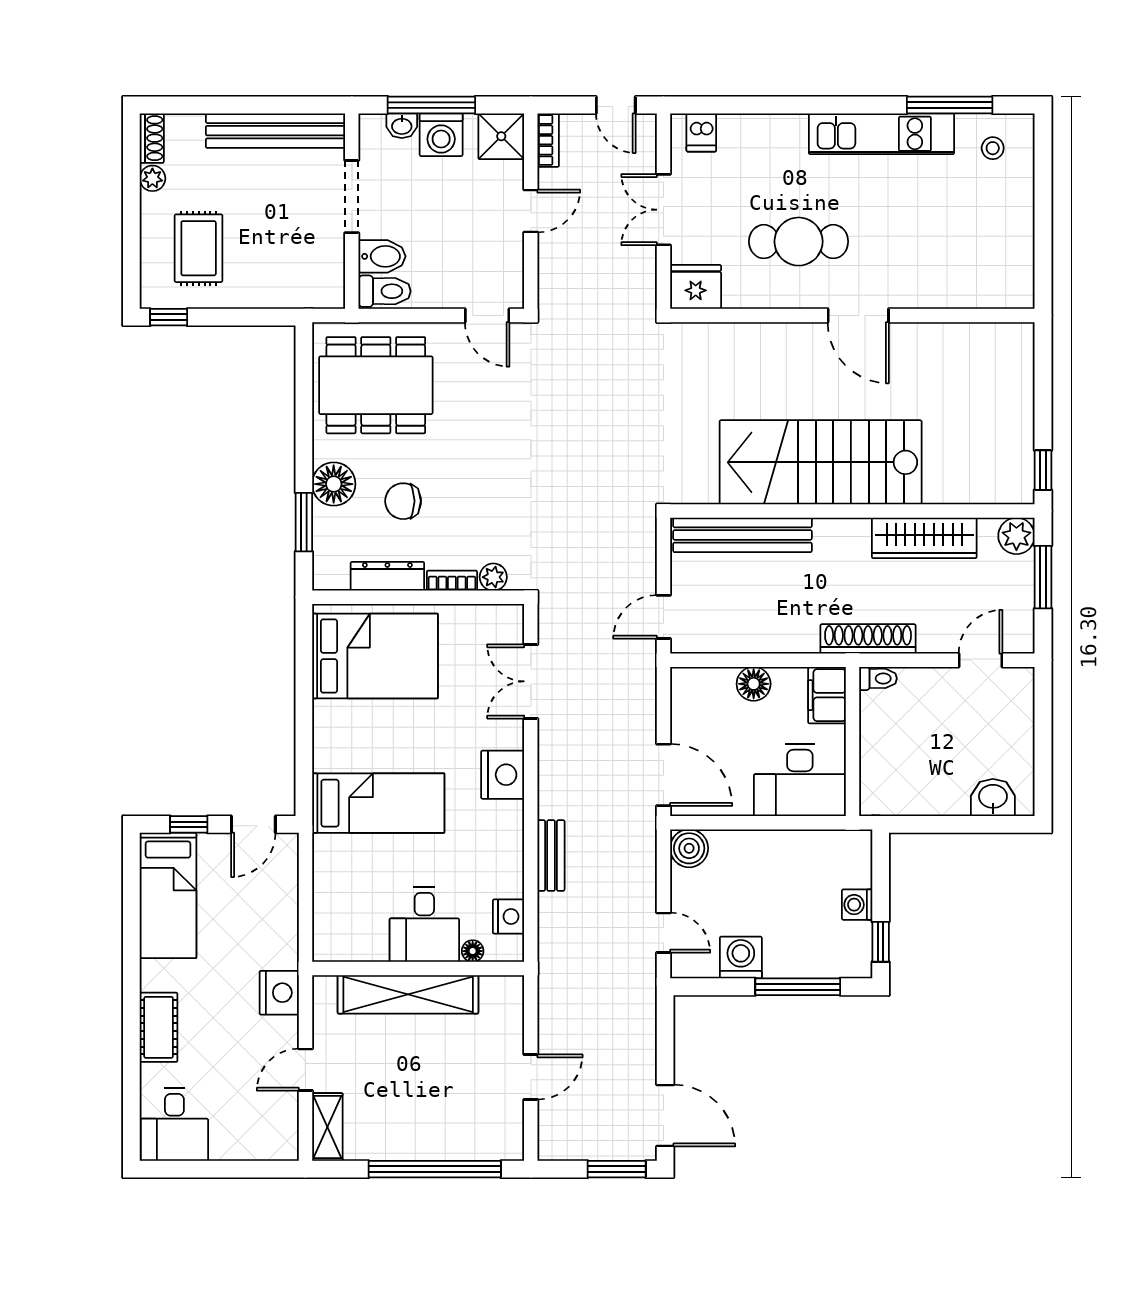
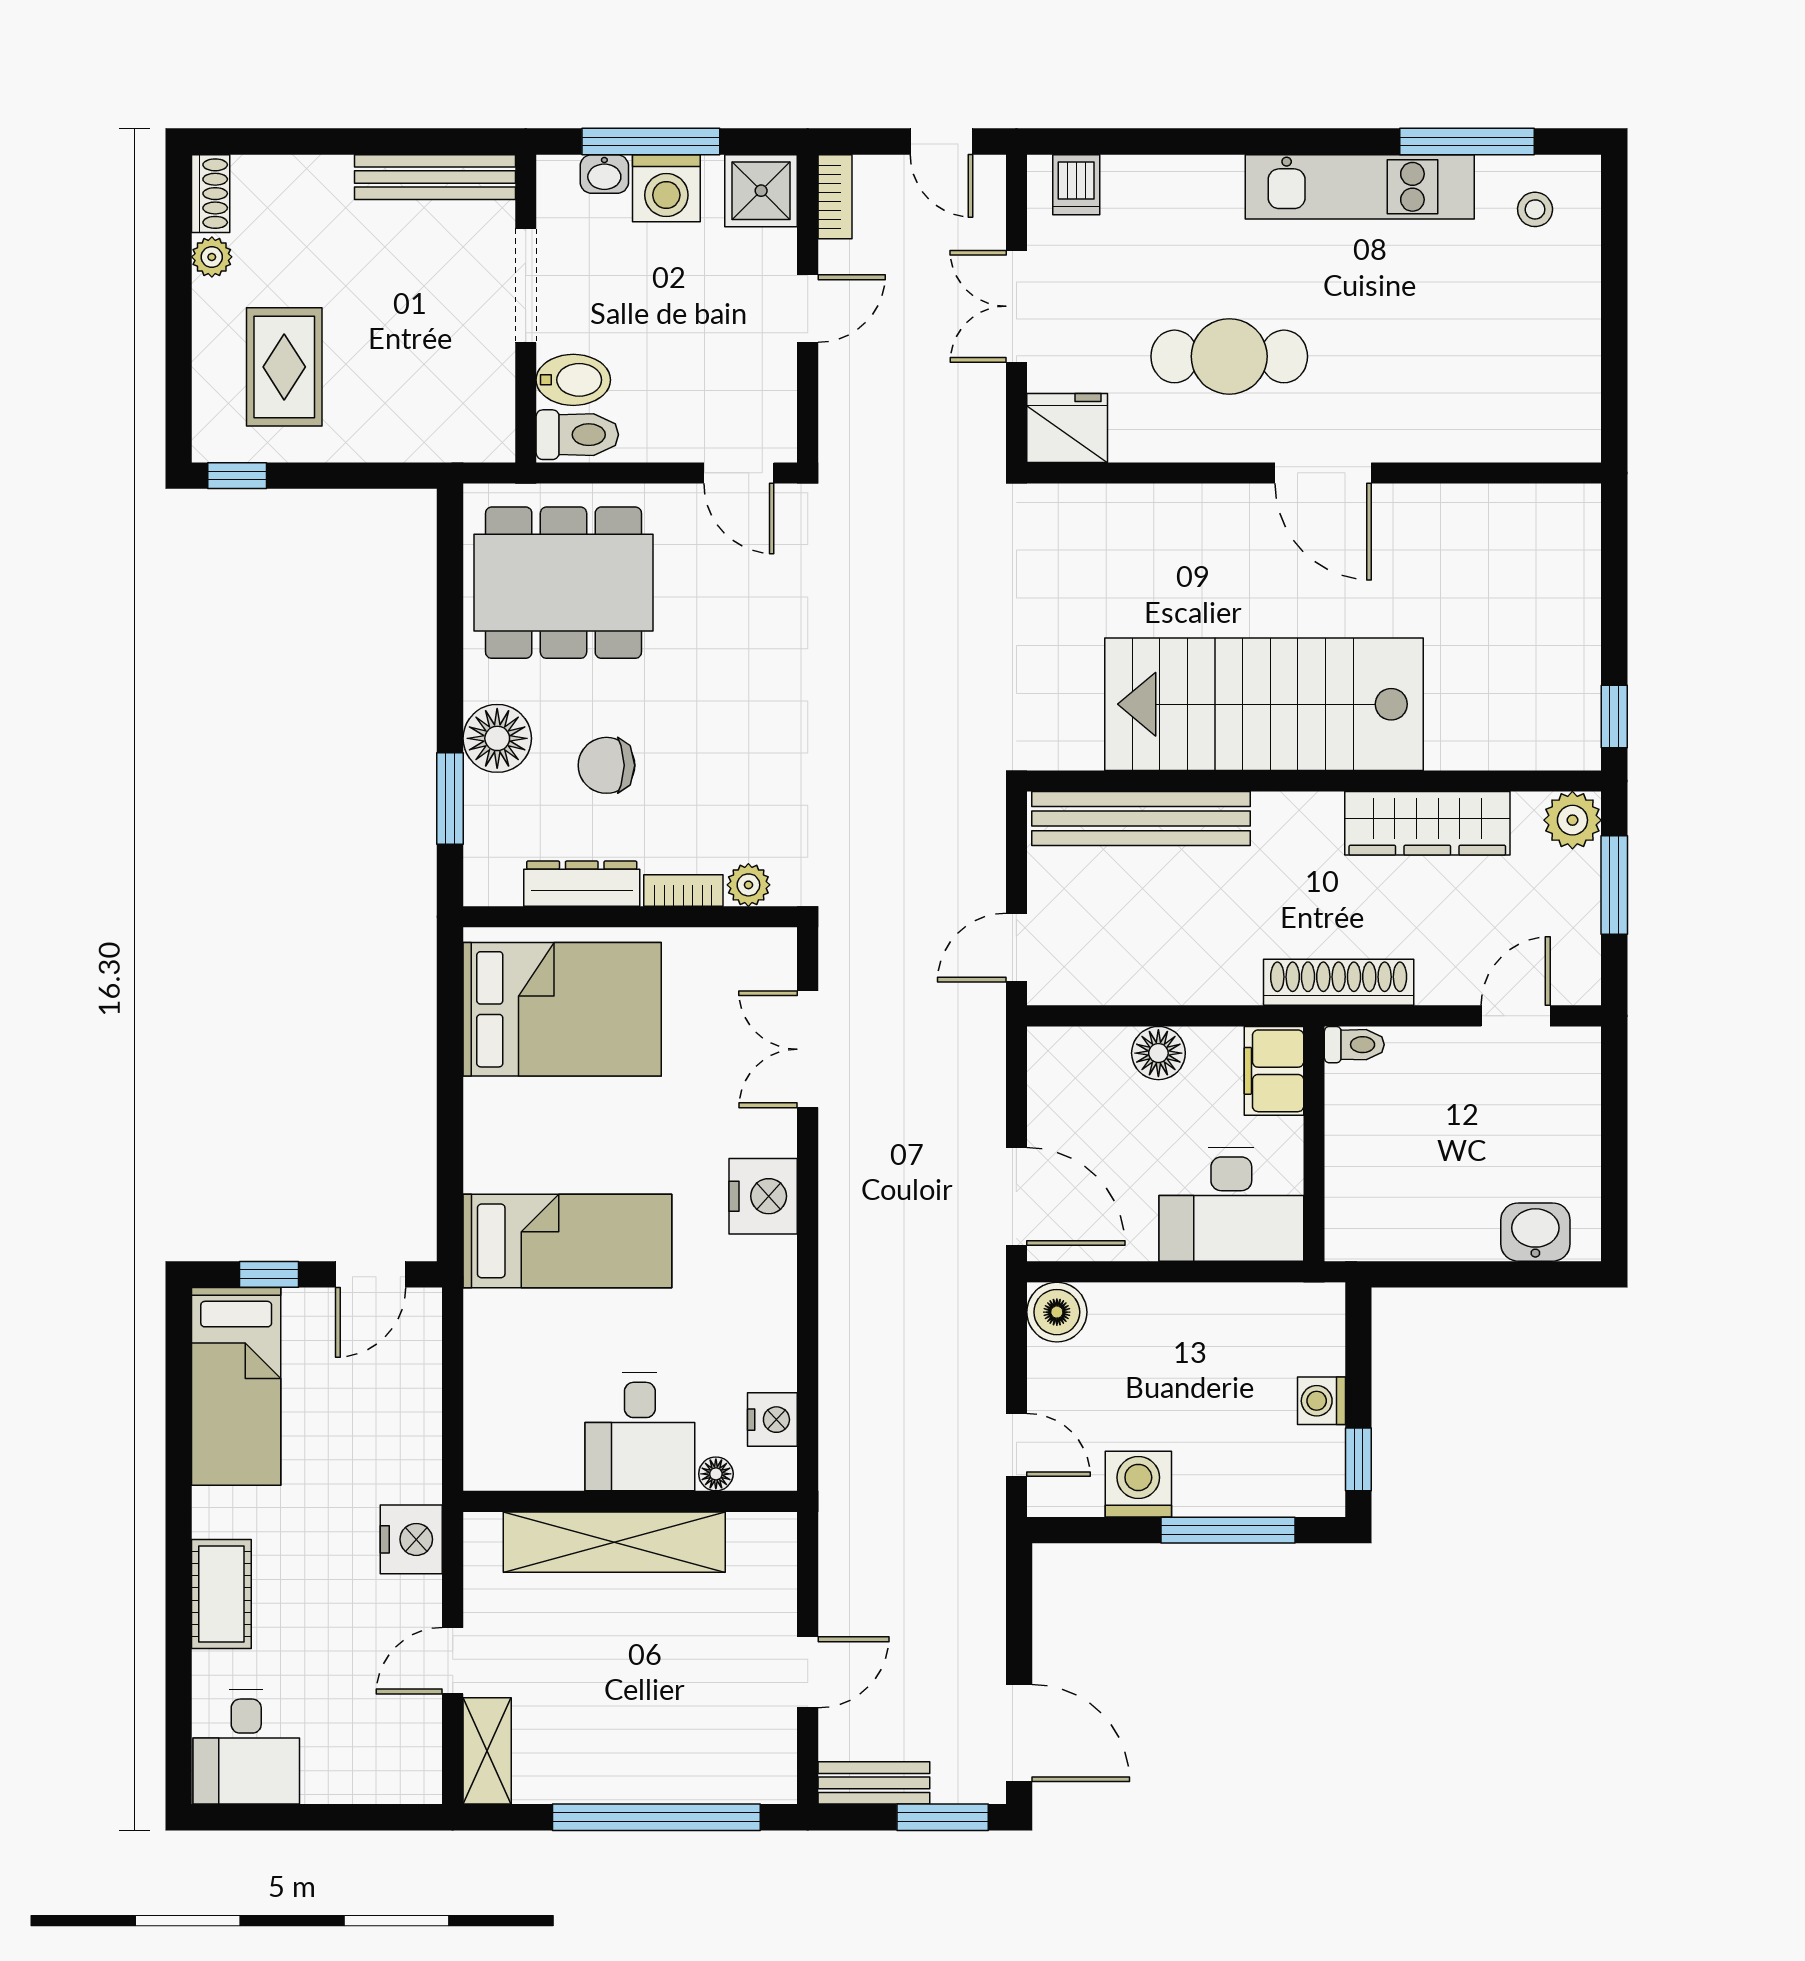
bench: (276, 131) -> (435, 177), width x0.73, depth x0.82
bench: (551, 856) -> (874, 1783), moved, turned 90

